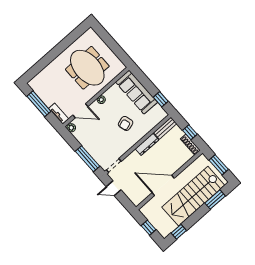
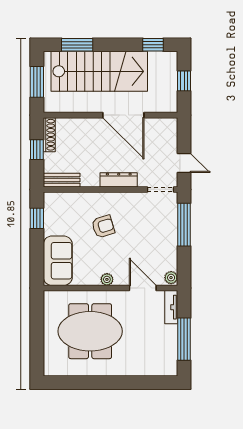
meeting table: (87, 68) -> (90, 331), turned 90
sofa: (137, 92) -> (58, 261), width x0.73
dresser: (147, 144) -> (119, 180), moved

